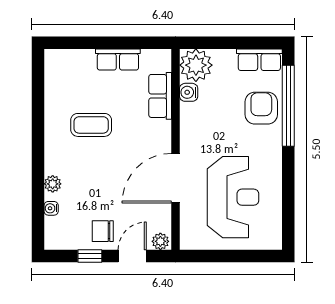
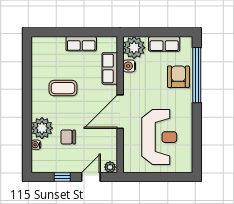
row of seats: (259, 60) -> (164, 44), moved
door: (175, 178) -> (120, 112), moved
plant: (53, 184) -> (42, 128), width x1.88, depth x1.88
chair: (103, 231) -> (68, 137), moved

